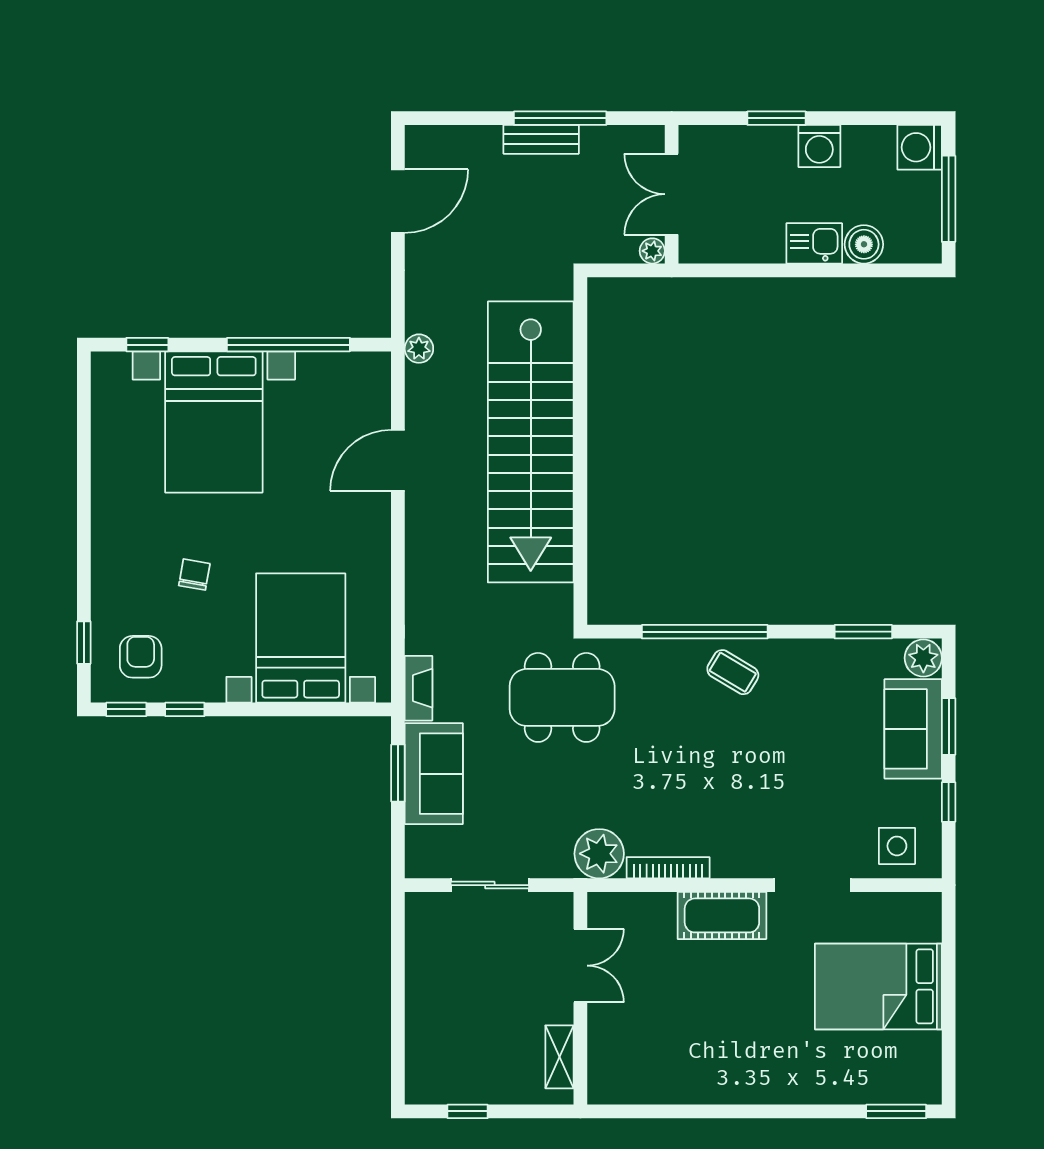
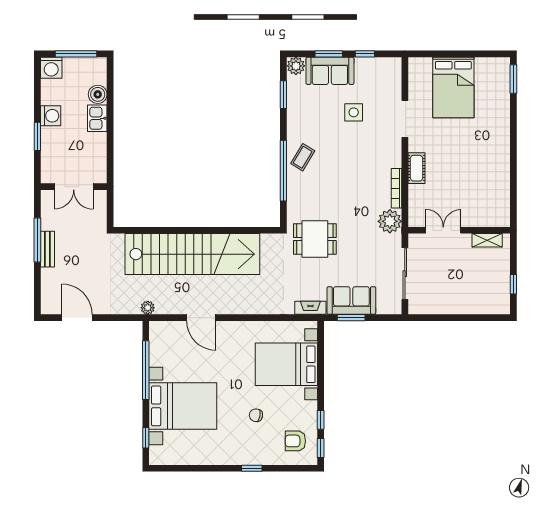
plant: (652, 251) -> (101, 196), removed
window: (84, 643) -> (252, 468), moved
dining table: (562, 697) -> (315, 239), width x0.73
side table: (897, 846) -> (354, 112), moved
sliding door: (490, 885) -> (405, 274), width x1.37
cot: (722, 915) -> (416, 168), width x0.73, depth x0.75

